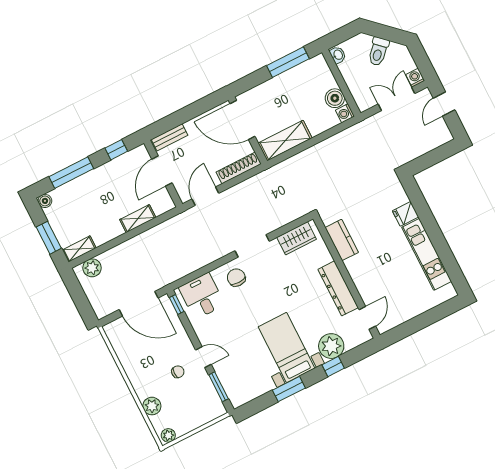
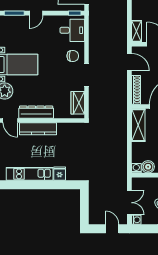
shelving: (138, 219) -> (136, 31), moved
kitchen counter: (342, 240) -> (38, 129), moved, width x1.50

